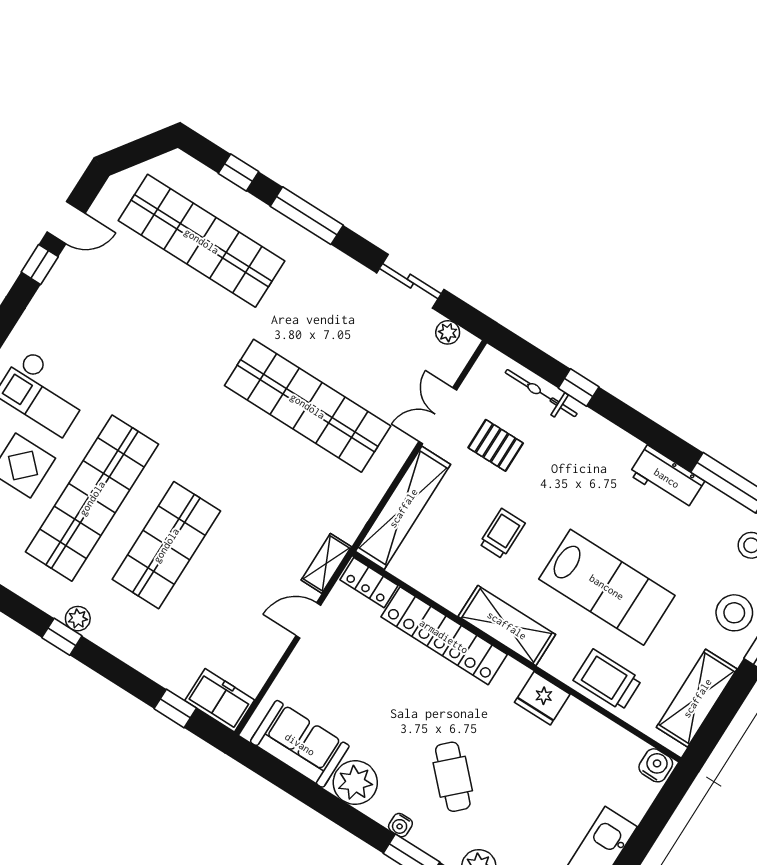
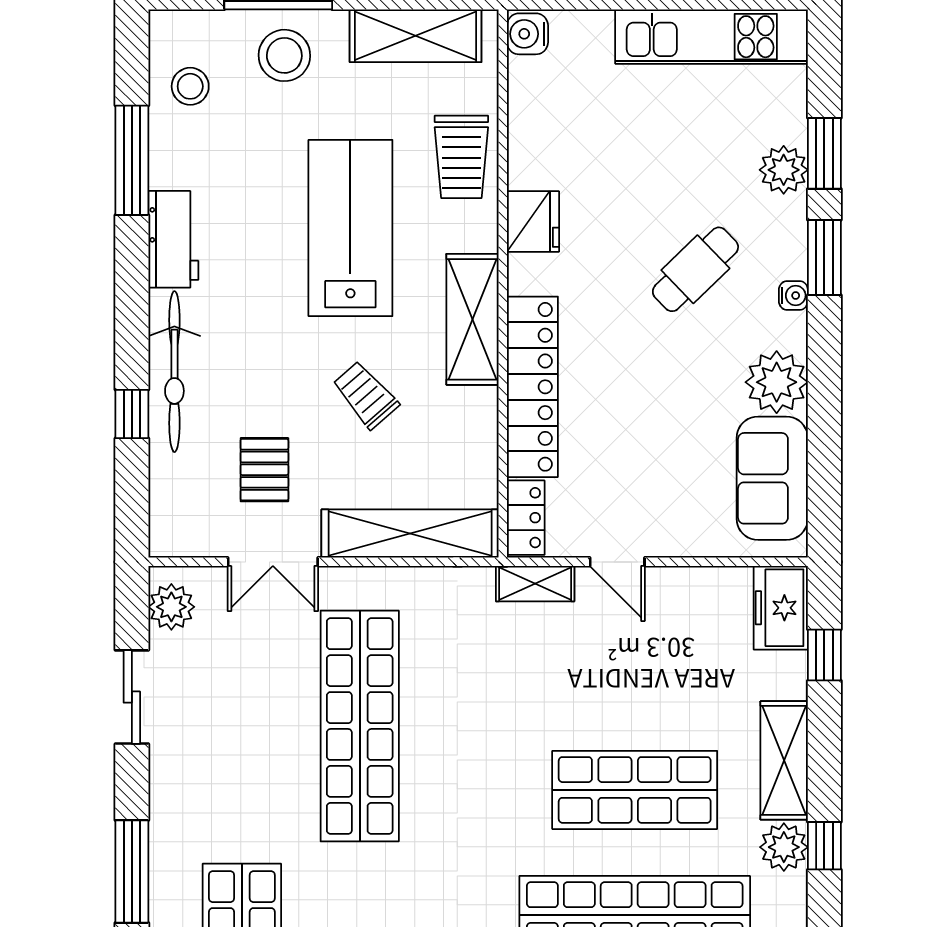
plant: (448, 332) -> (171, 607), width x1.38, depth x1.38
bicycle: (541, 393) -> (174, 372), moved, width x1.37, depth x1.40
trolley: (502, 534) -> (366, 395), turned 49
plant: (78, 619) -> (784, 847), width x1.38, depth x1.38
shelving: (128, 645) -> (784, 760), added

